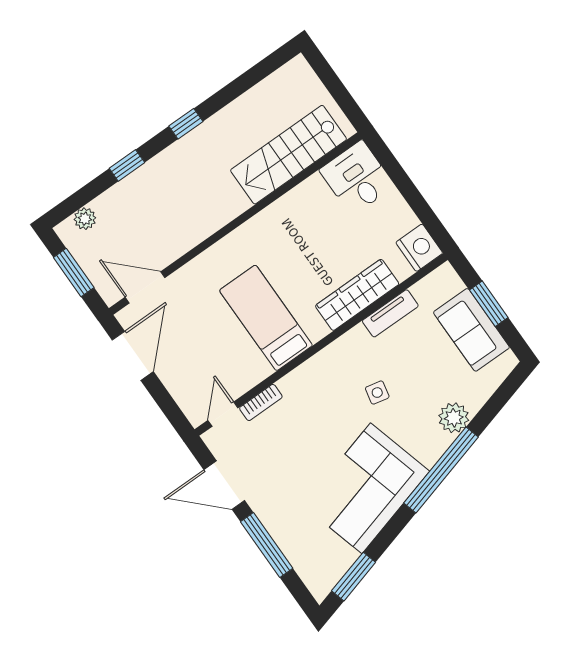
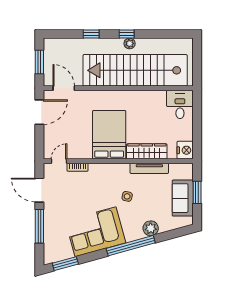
stairs: (289, 155) -> (135, 70), width x1.86, depth x1.51
plant: (85, 219) -> (130, 43), moved
tv unit: (390, 313) -> (149, 168), width x1.41
bed: (266, 318) -> (109, 135), width x1.50

